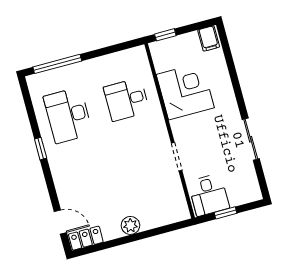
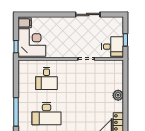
corner desk: (185, 91) -> (32, 42), moved, turned 90

